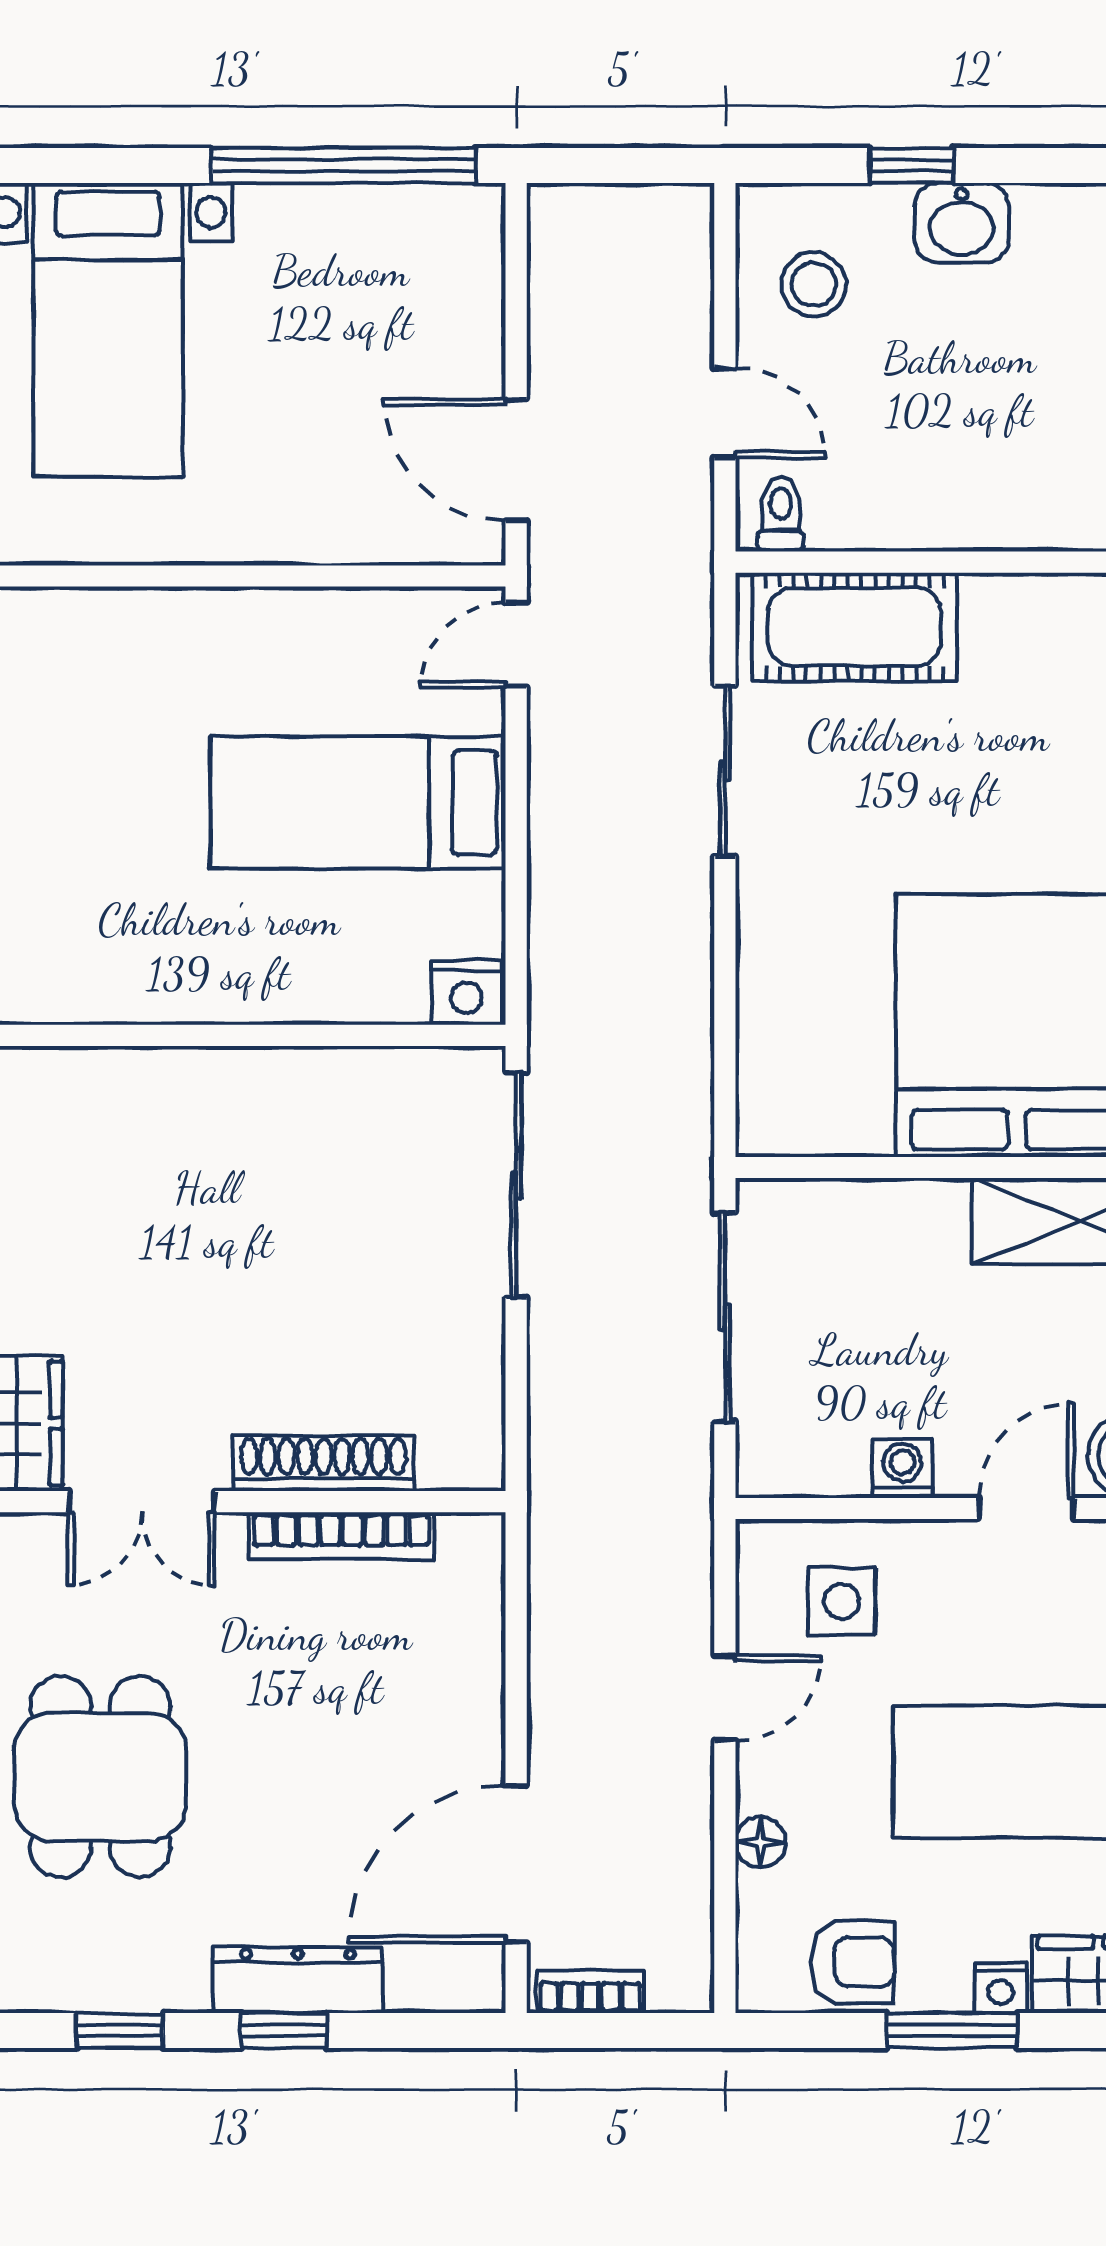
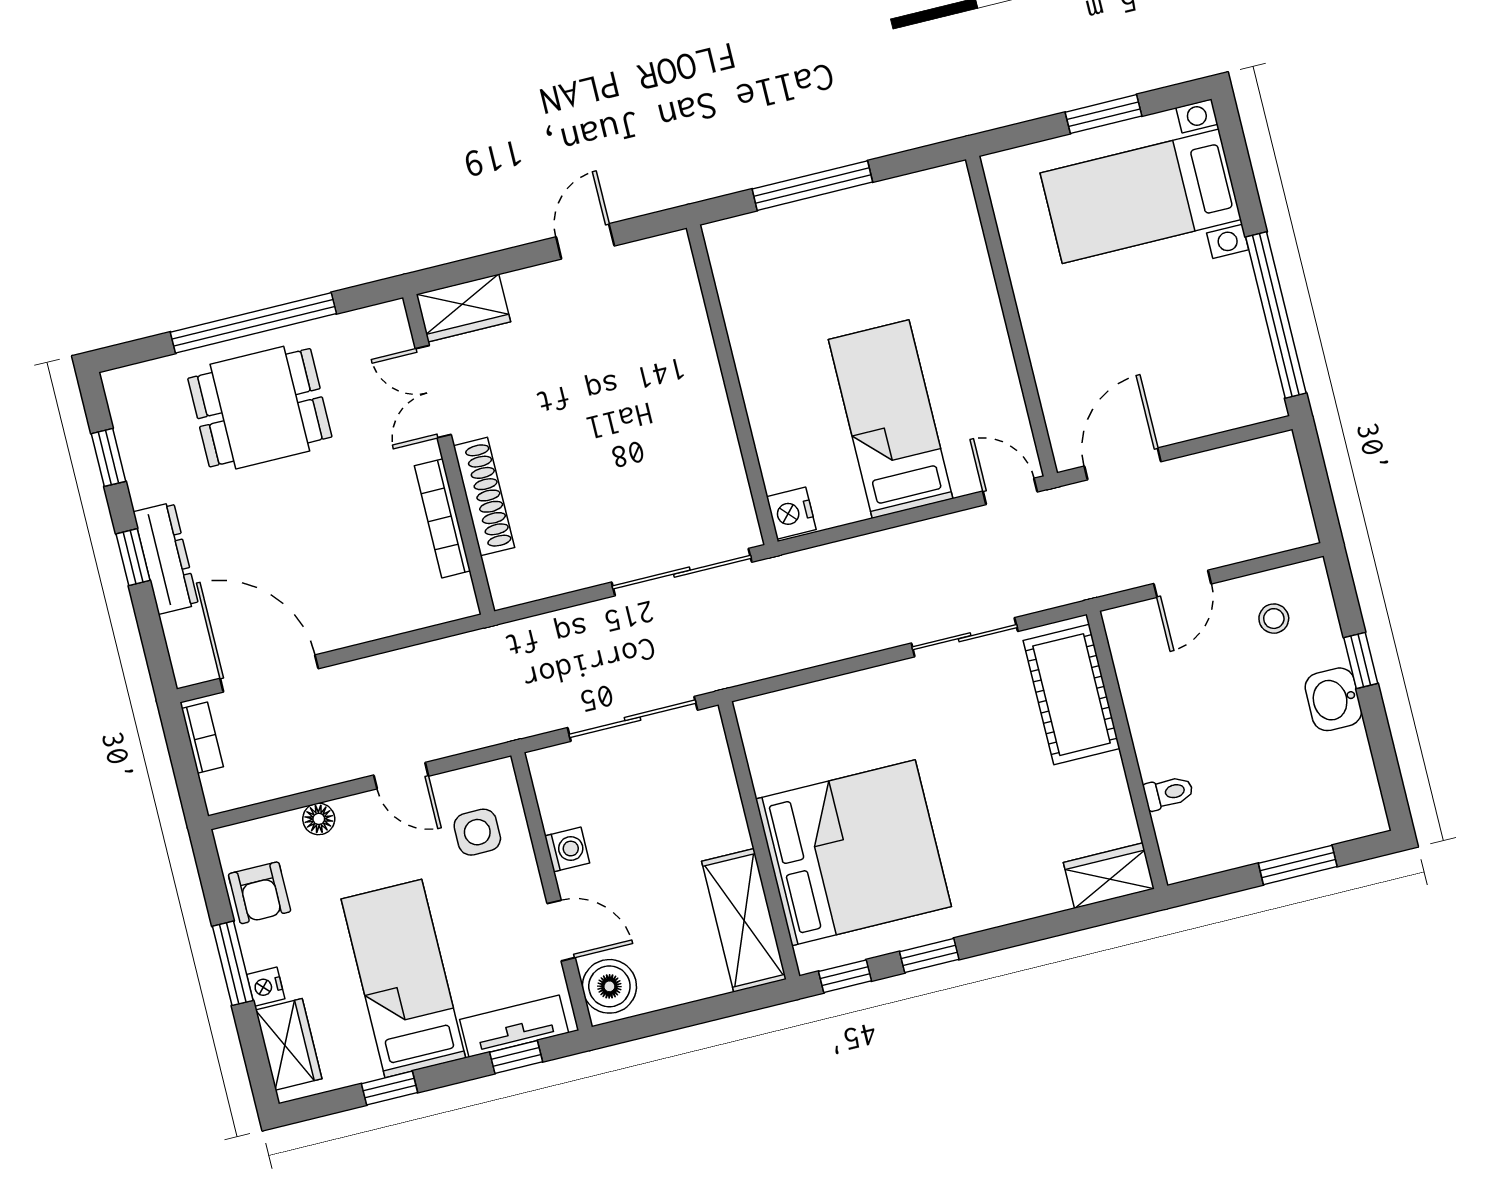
stool: (814, 284) -> (1274, 619), width x0.73, depth x0.73
toilet: (781, 514) -> (1168, 793), moved

